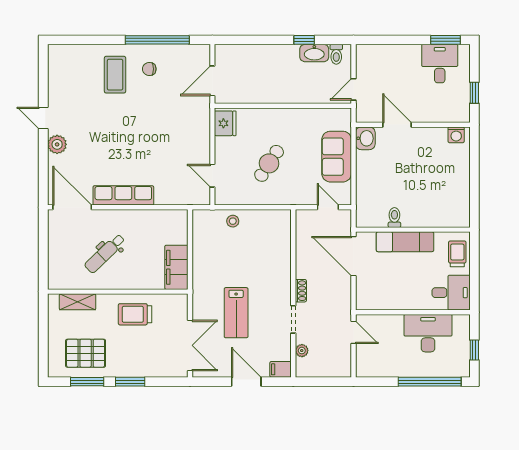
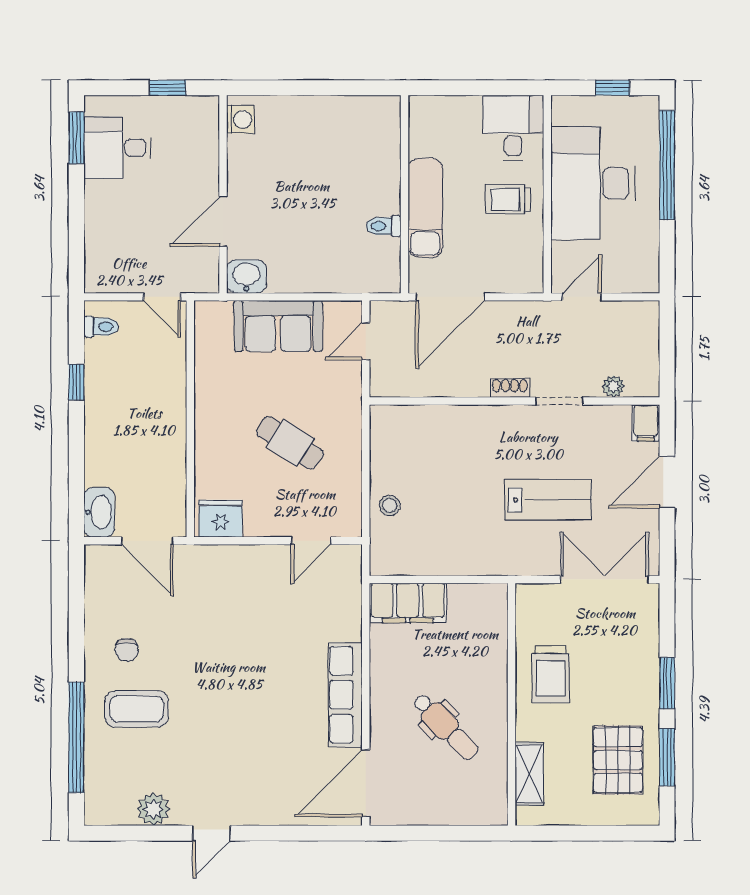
window: (157, 40) -> (76, 737), moved
washbasin: (314, 53) -> (99, 512), moved
plant: (57, 144) -> (153, 809), moved
trolley: (457, 254) -> (508, 199), moved
filing cabinet: (176, 267) -> (408, 603), moved
desk: (428, 333) -> (593, 183), width x1.36, depth x1.30

